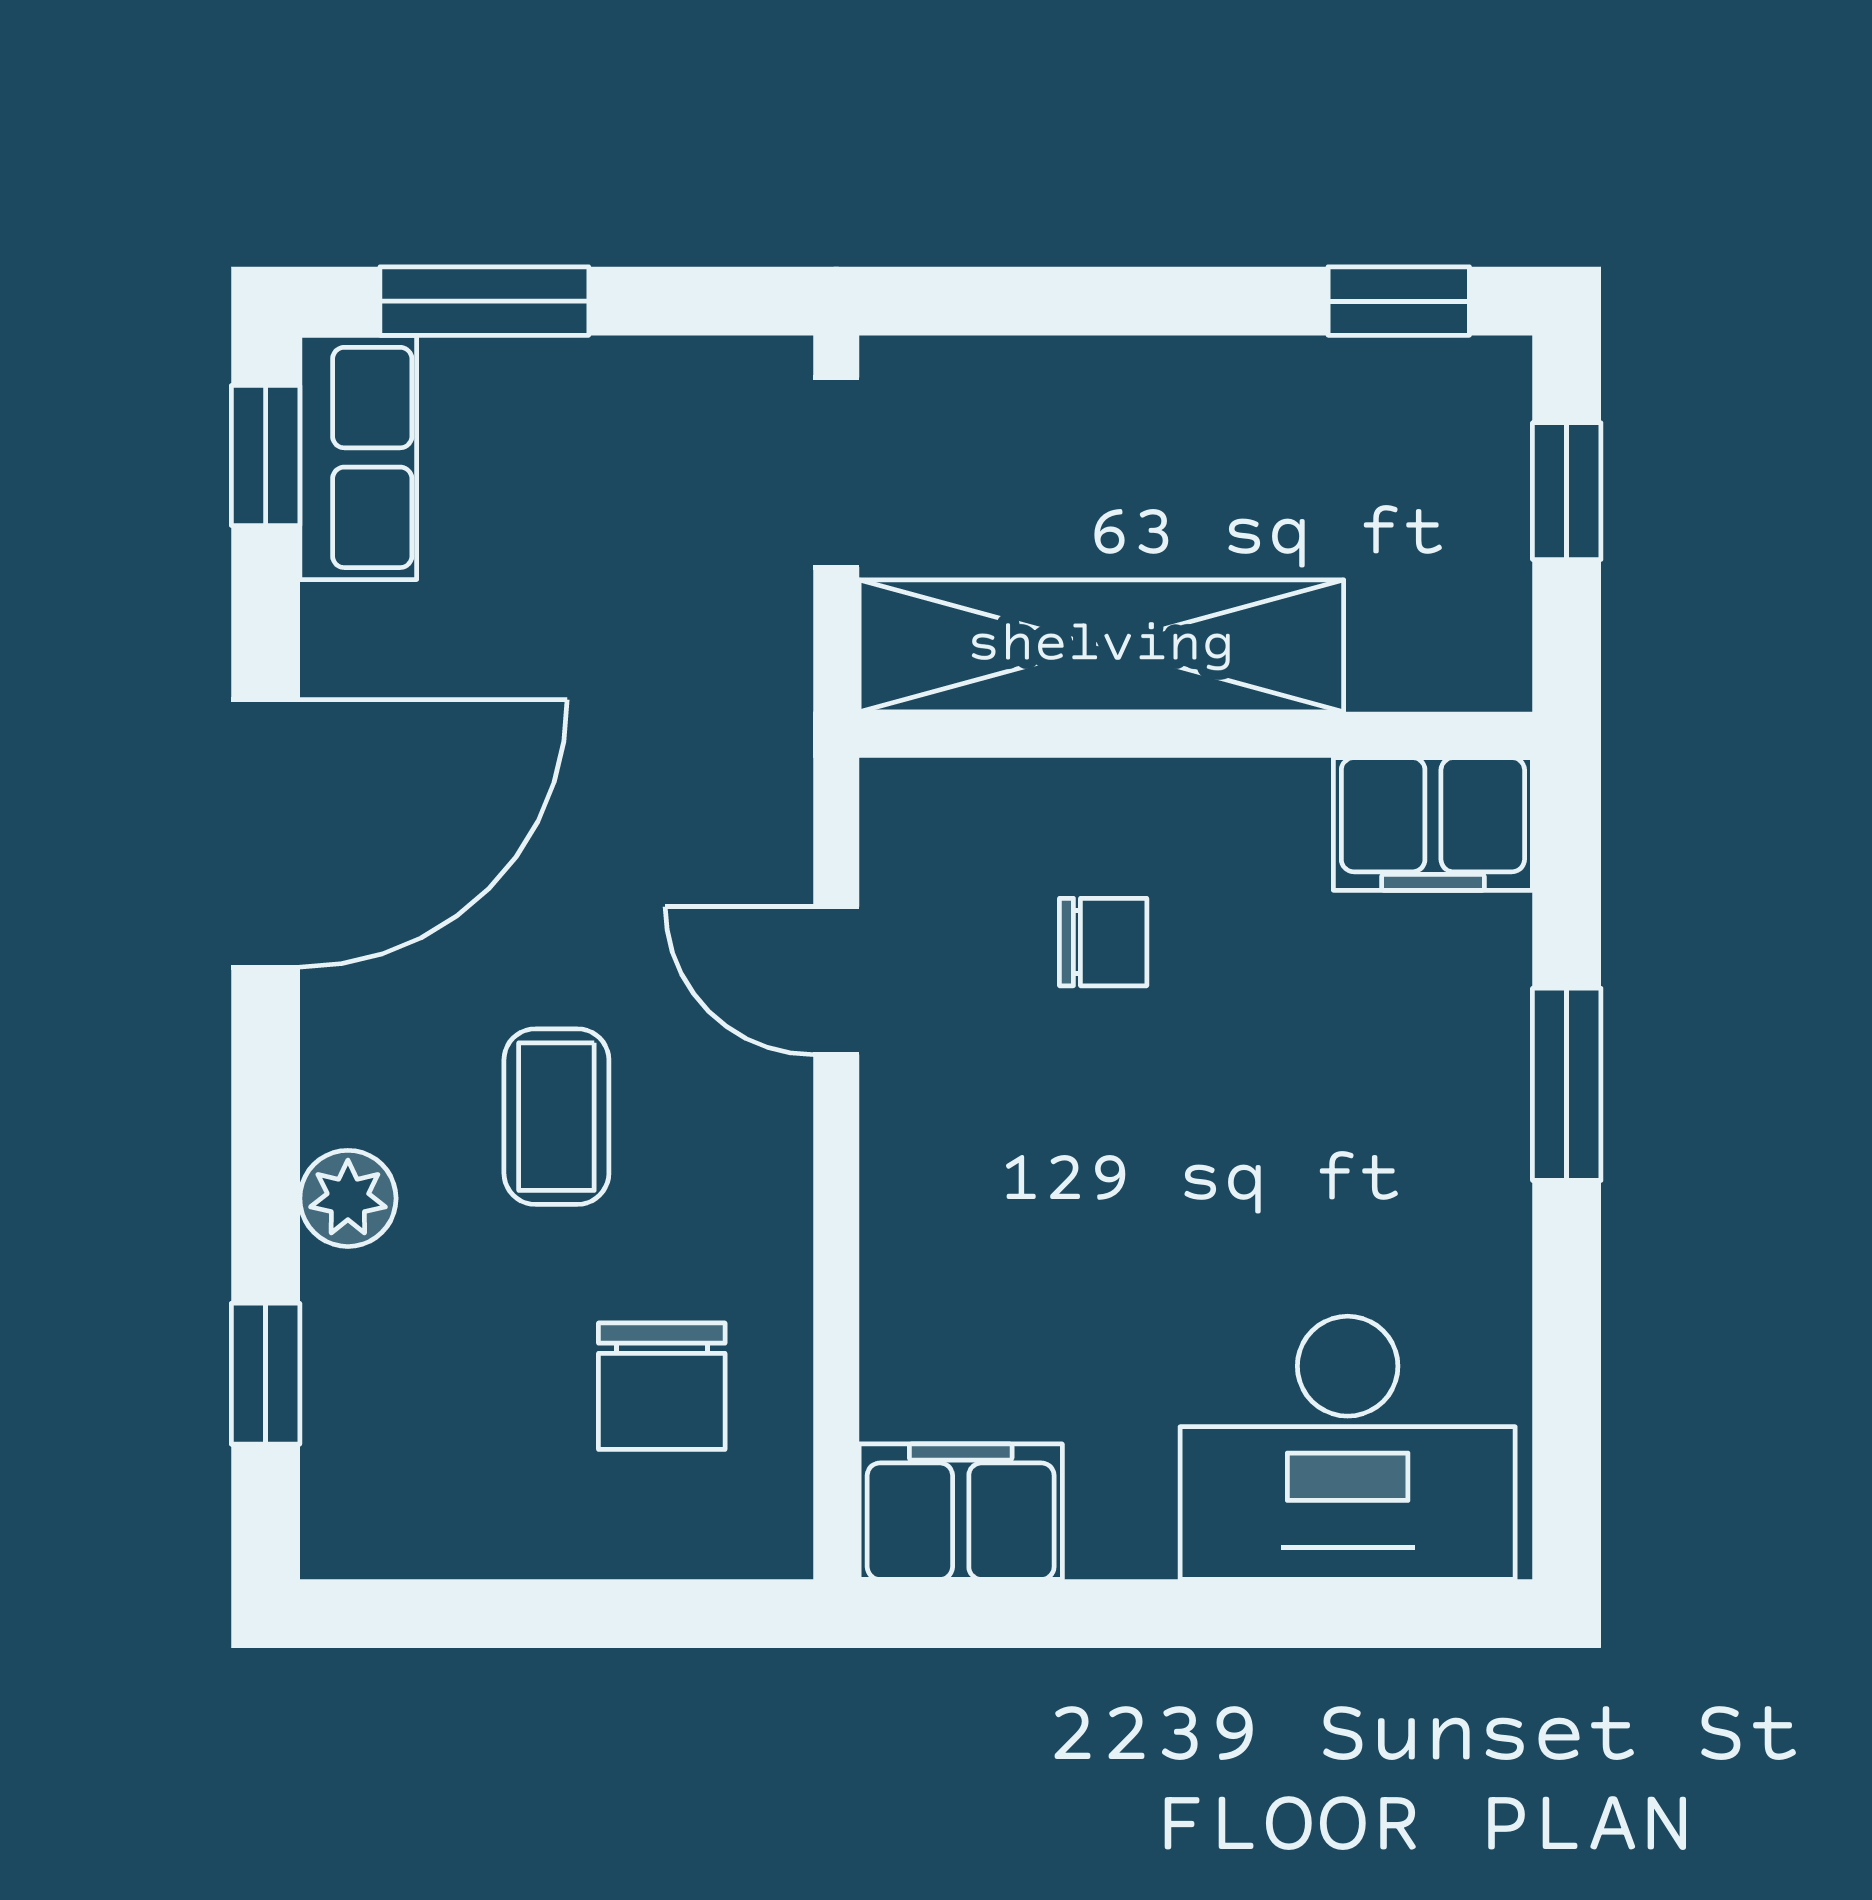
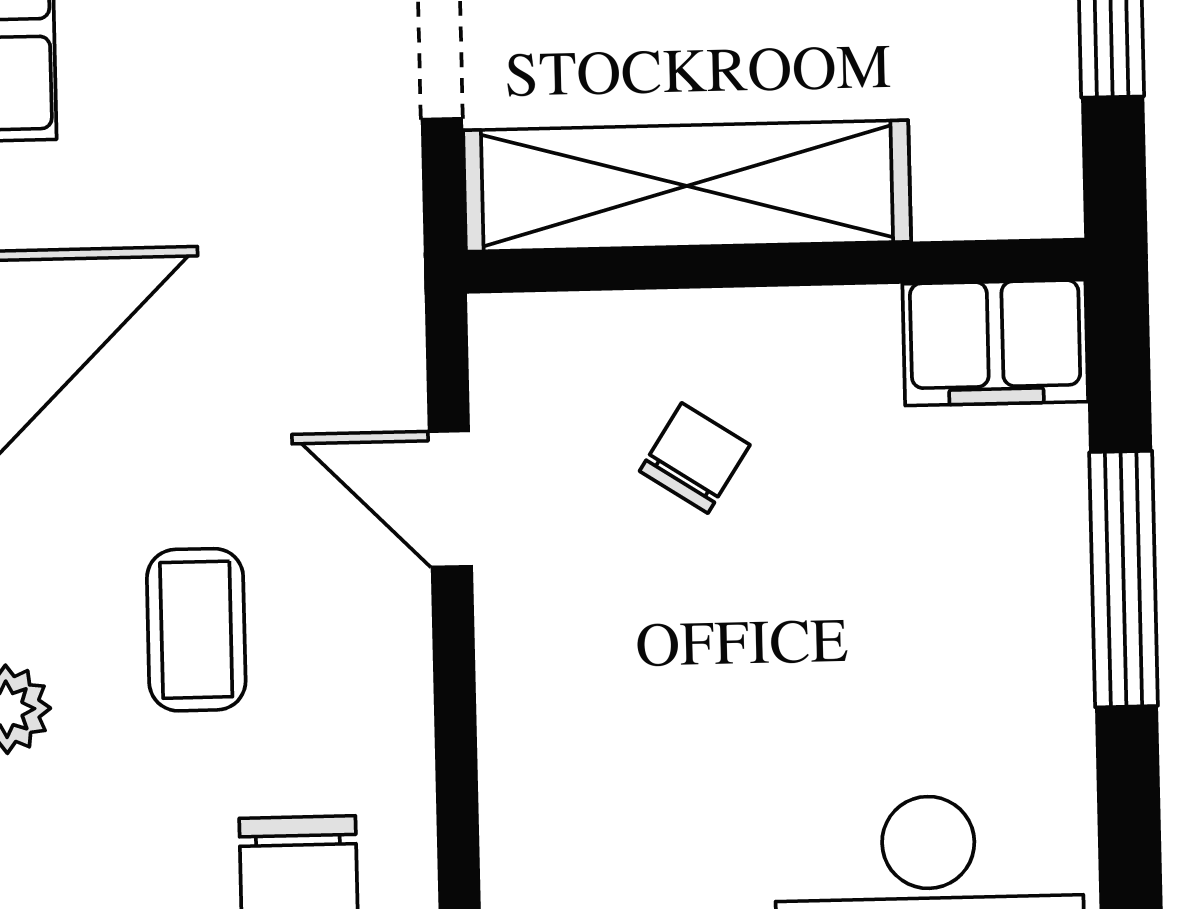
chair: (1103, 942) -> (695, 458), turned -57
window: (1567, 1084) -> (1124, 579), width x1.44

